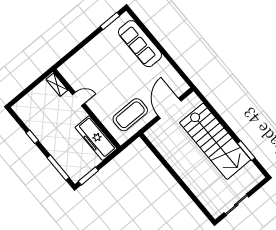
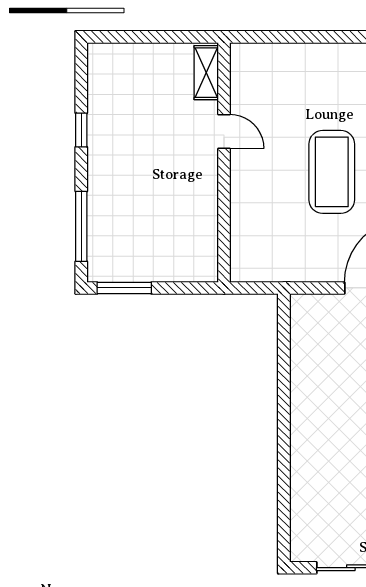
coffee table: (130, 115) -> (332, 172), moved, turned 90
freezer: (96, 138) -> (196, 230), removed

